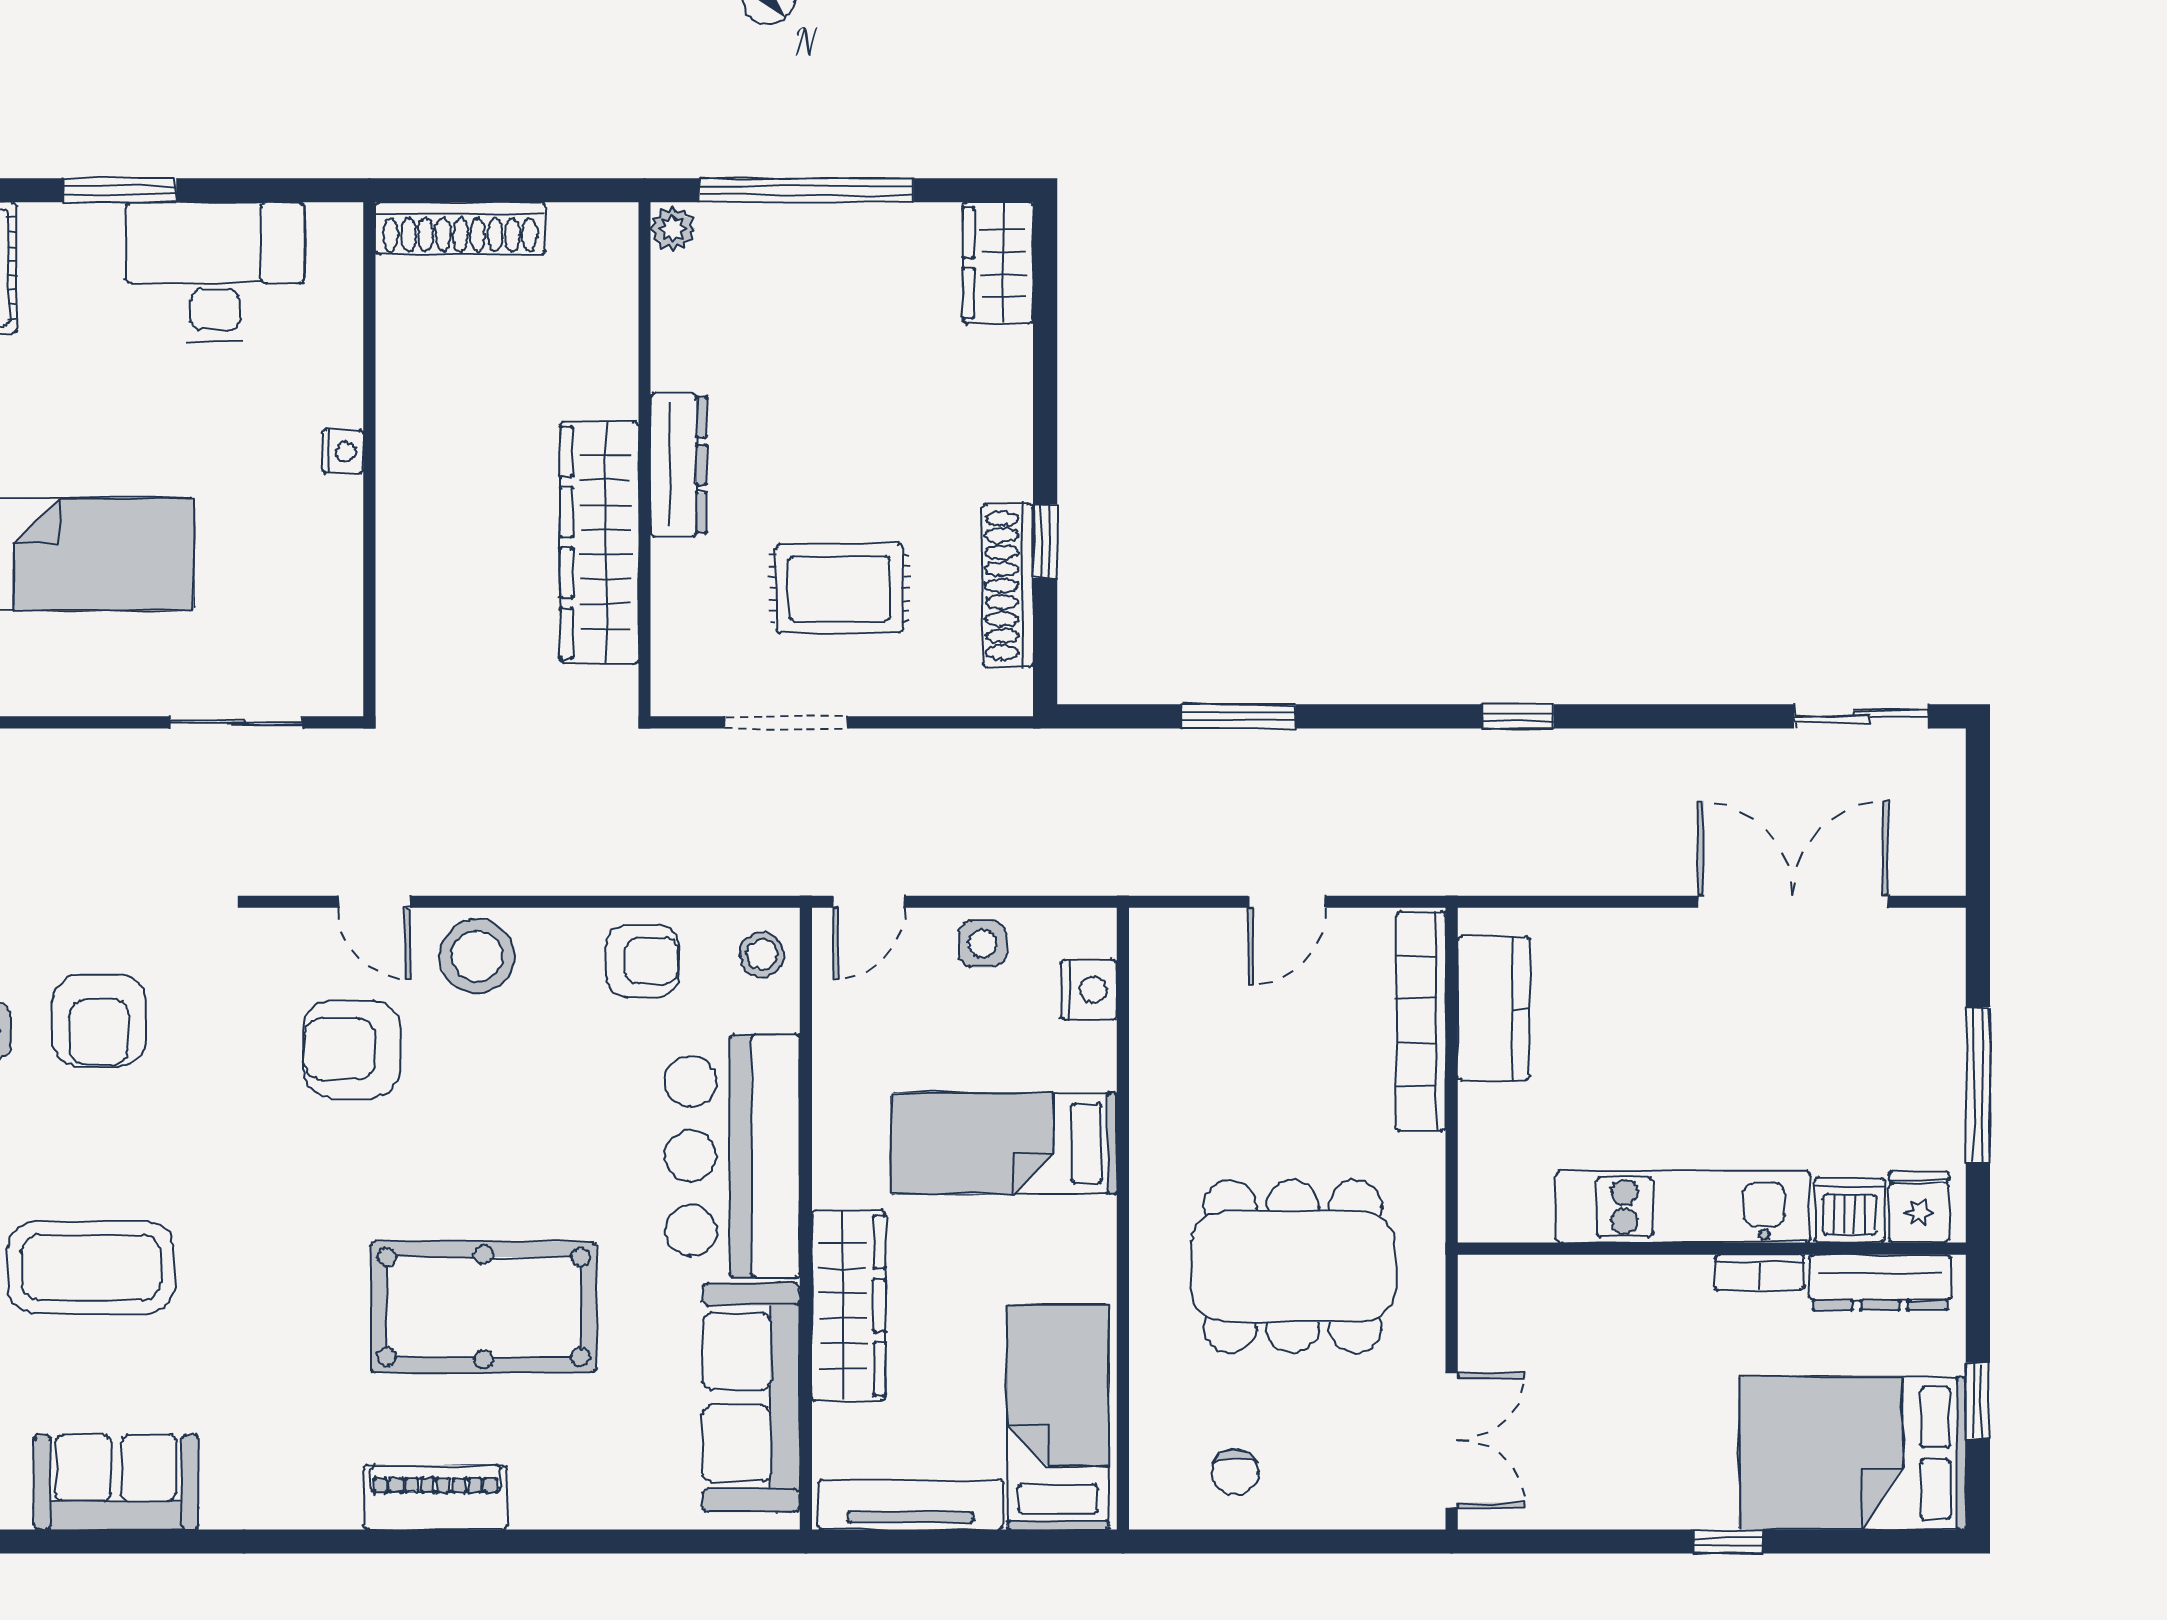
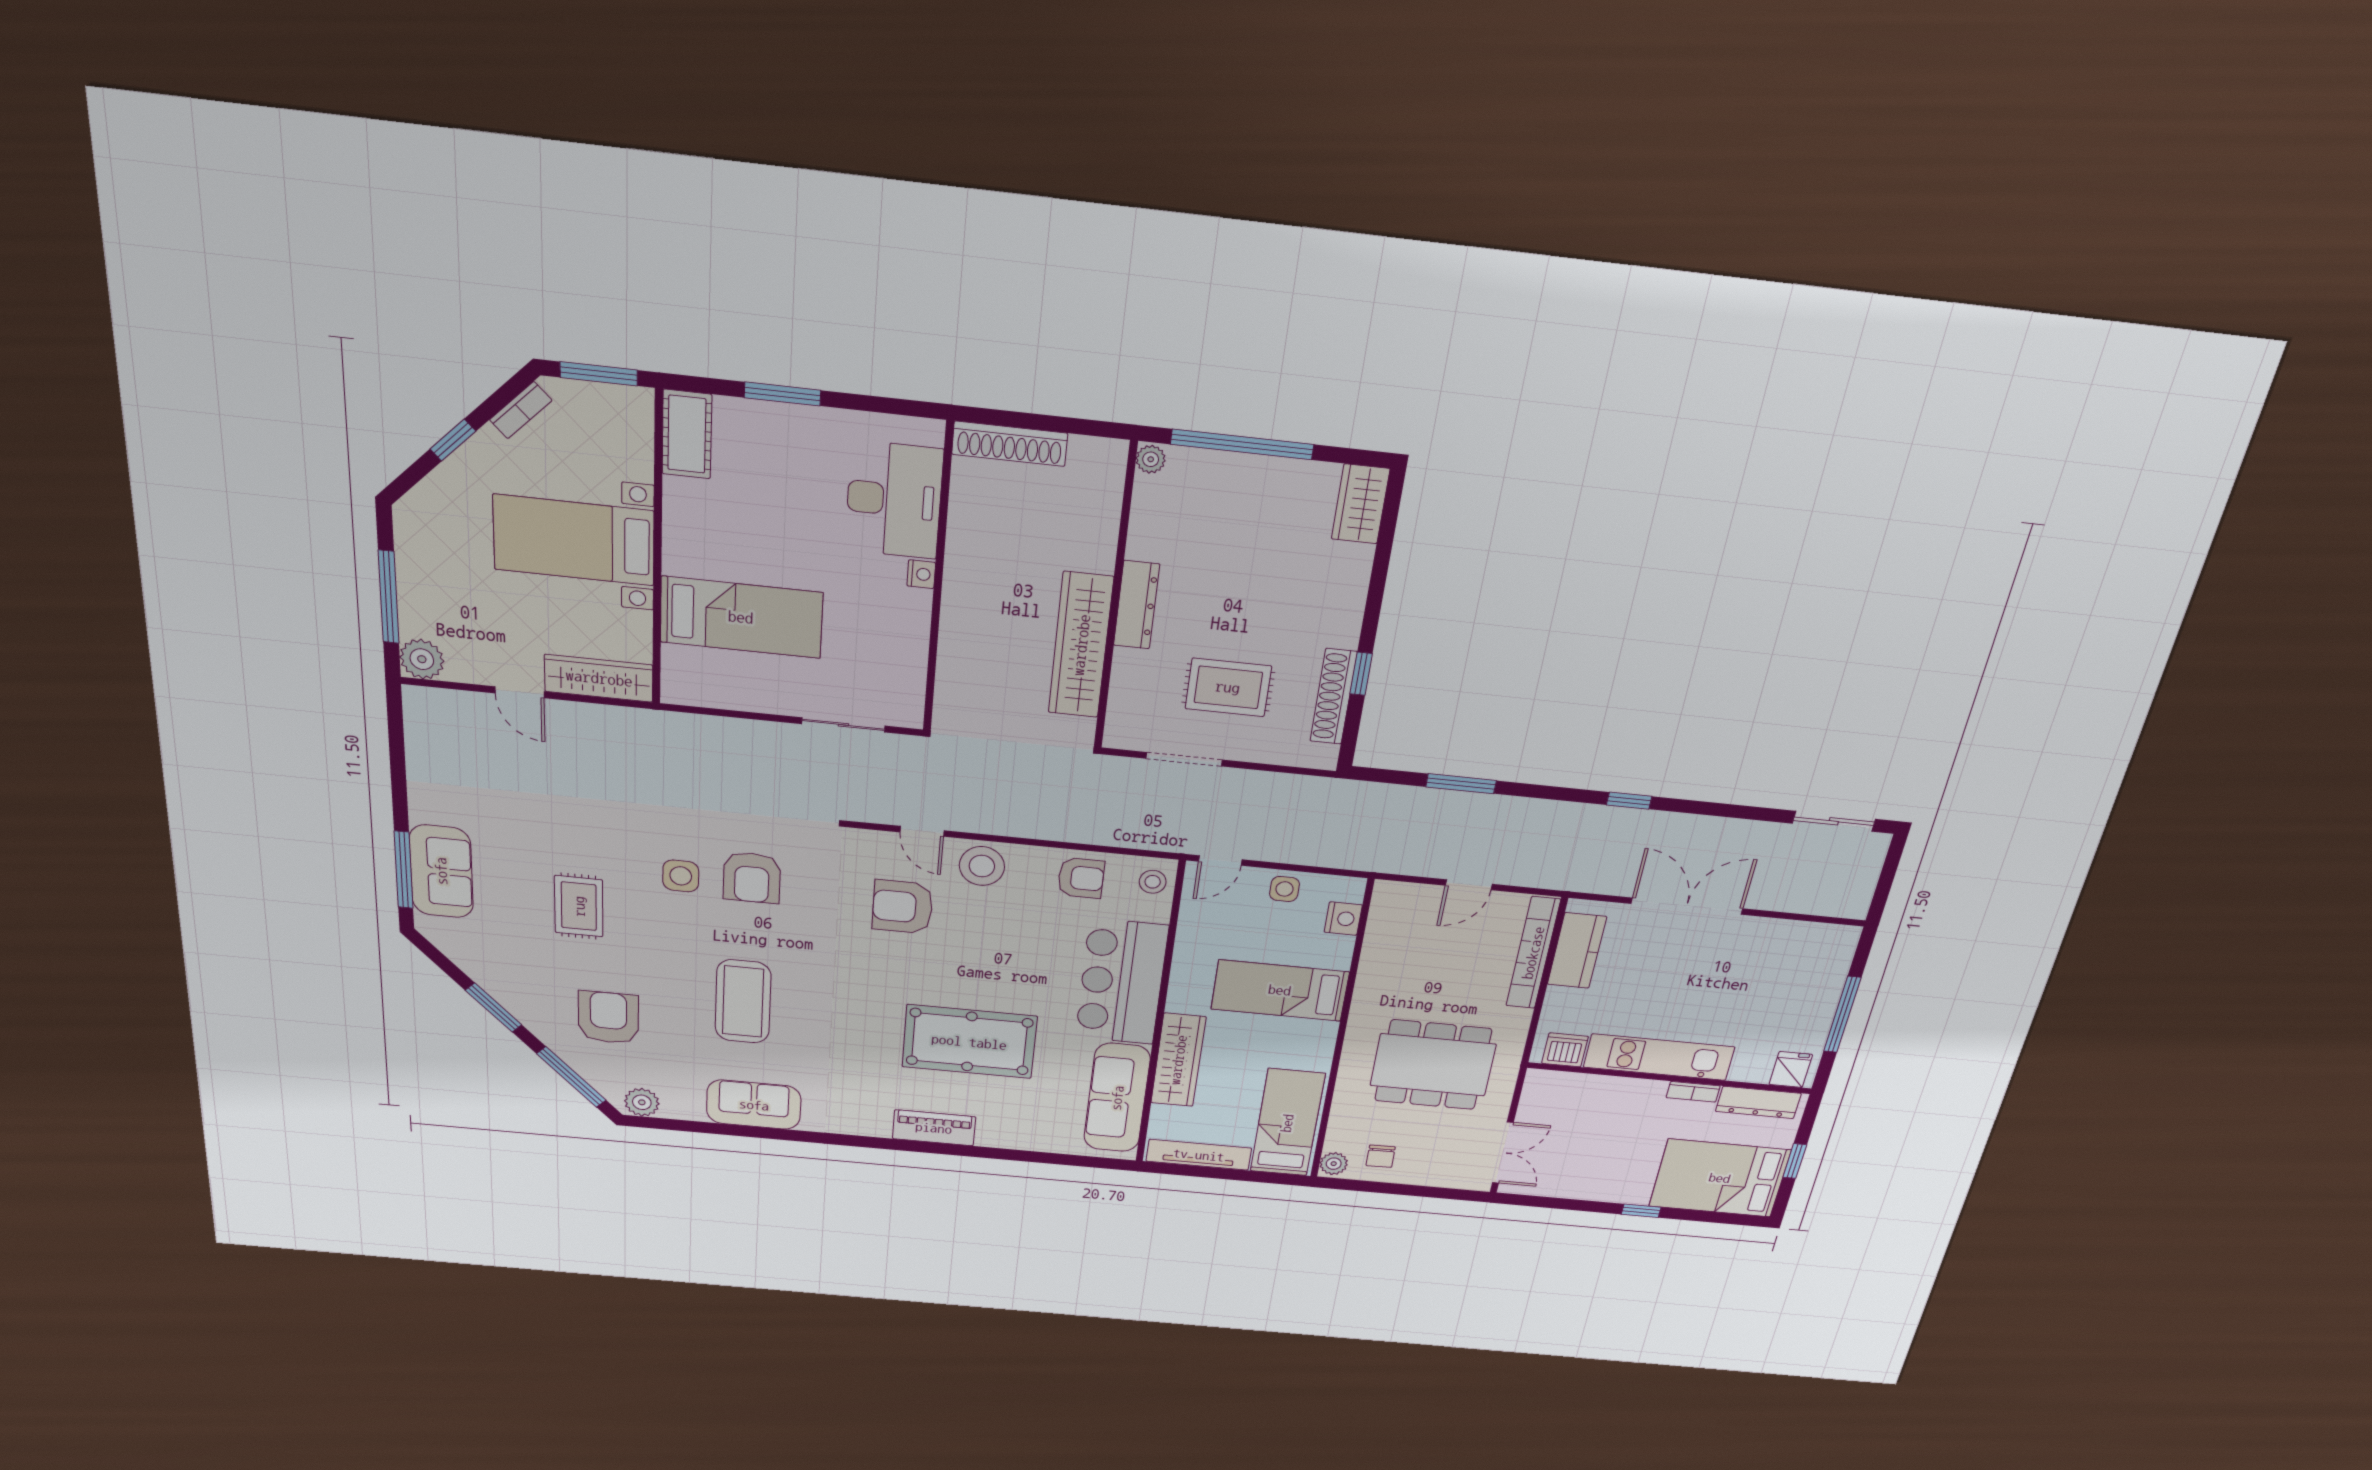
desk: (215, 272) -> (894, 500), moved, turned 90
double door: (1793, 902) -> (1687, 906), moved
dishwasher: (1850, 1210) -> (1565, 1050), moved
coffee table: (91, 1268) -> (743, 1002), turned 90
plant: (1154, 1498) -> (1334, 1164), added

